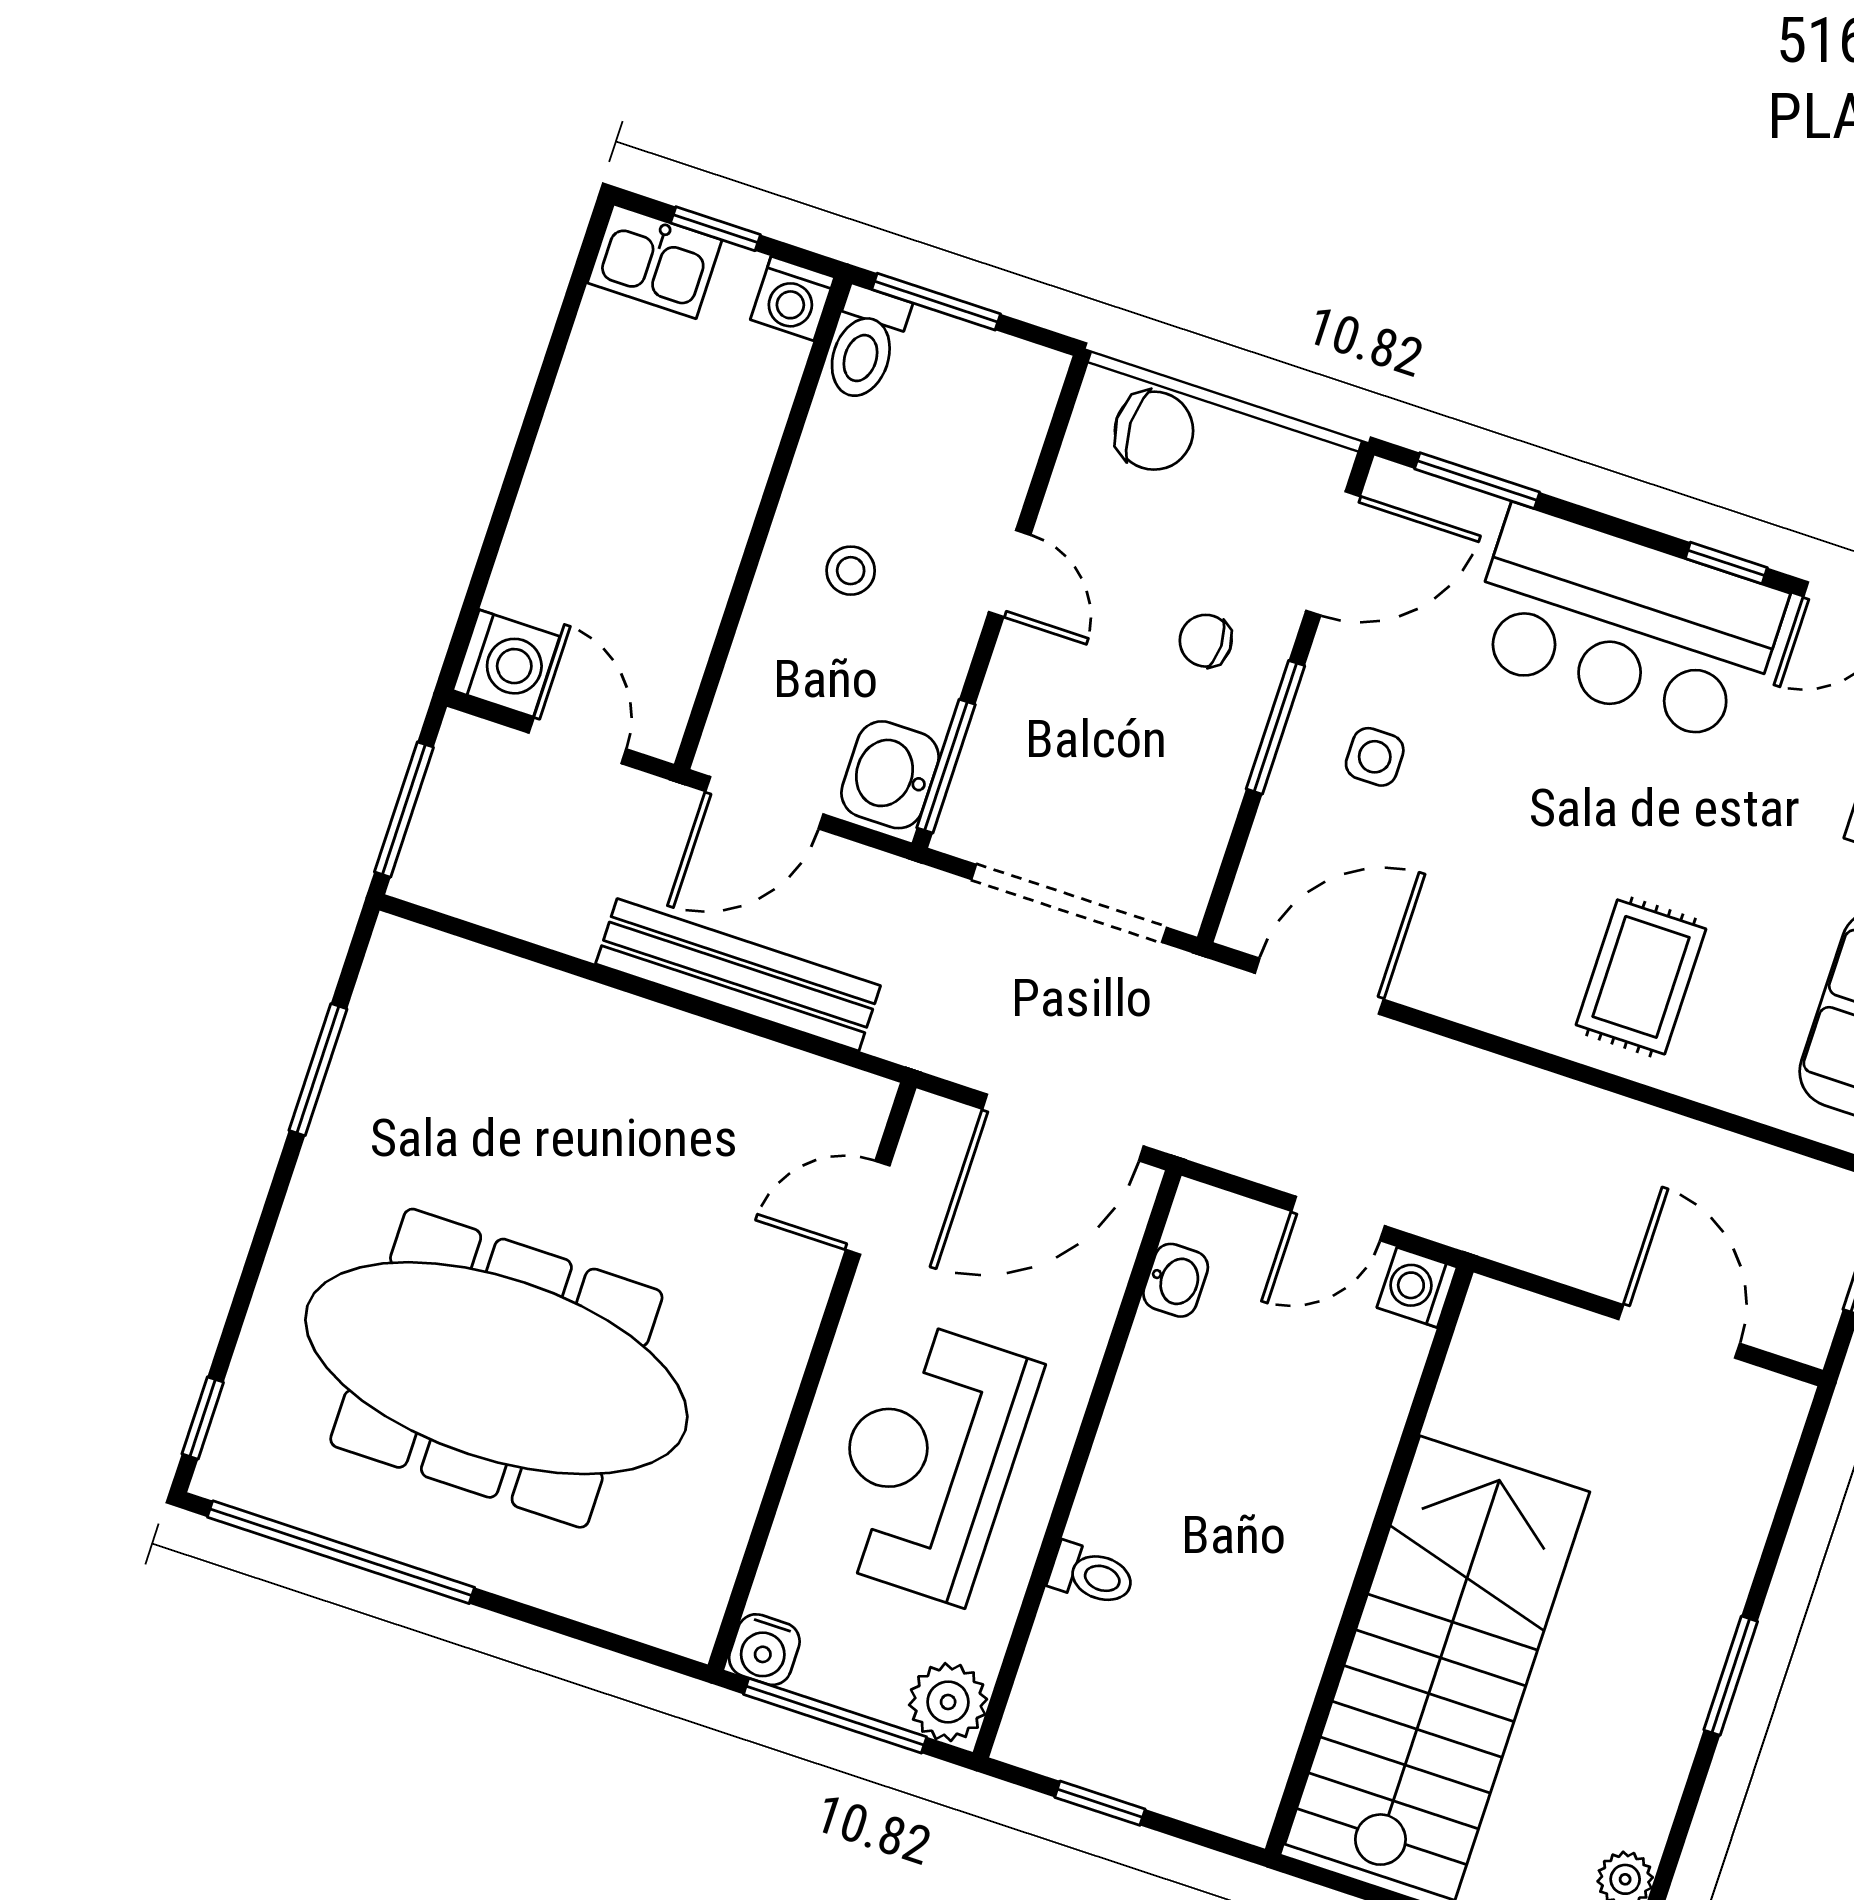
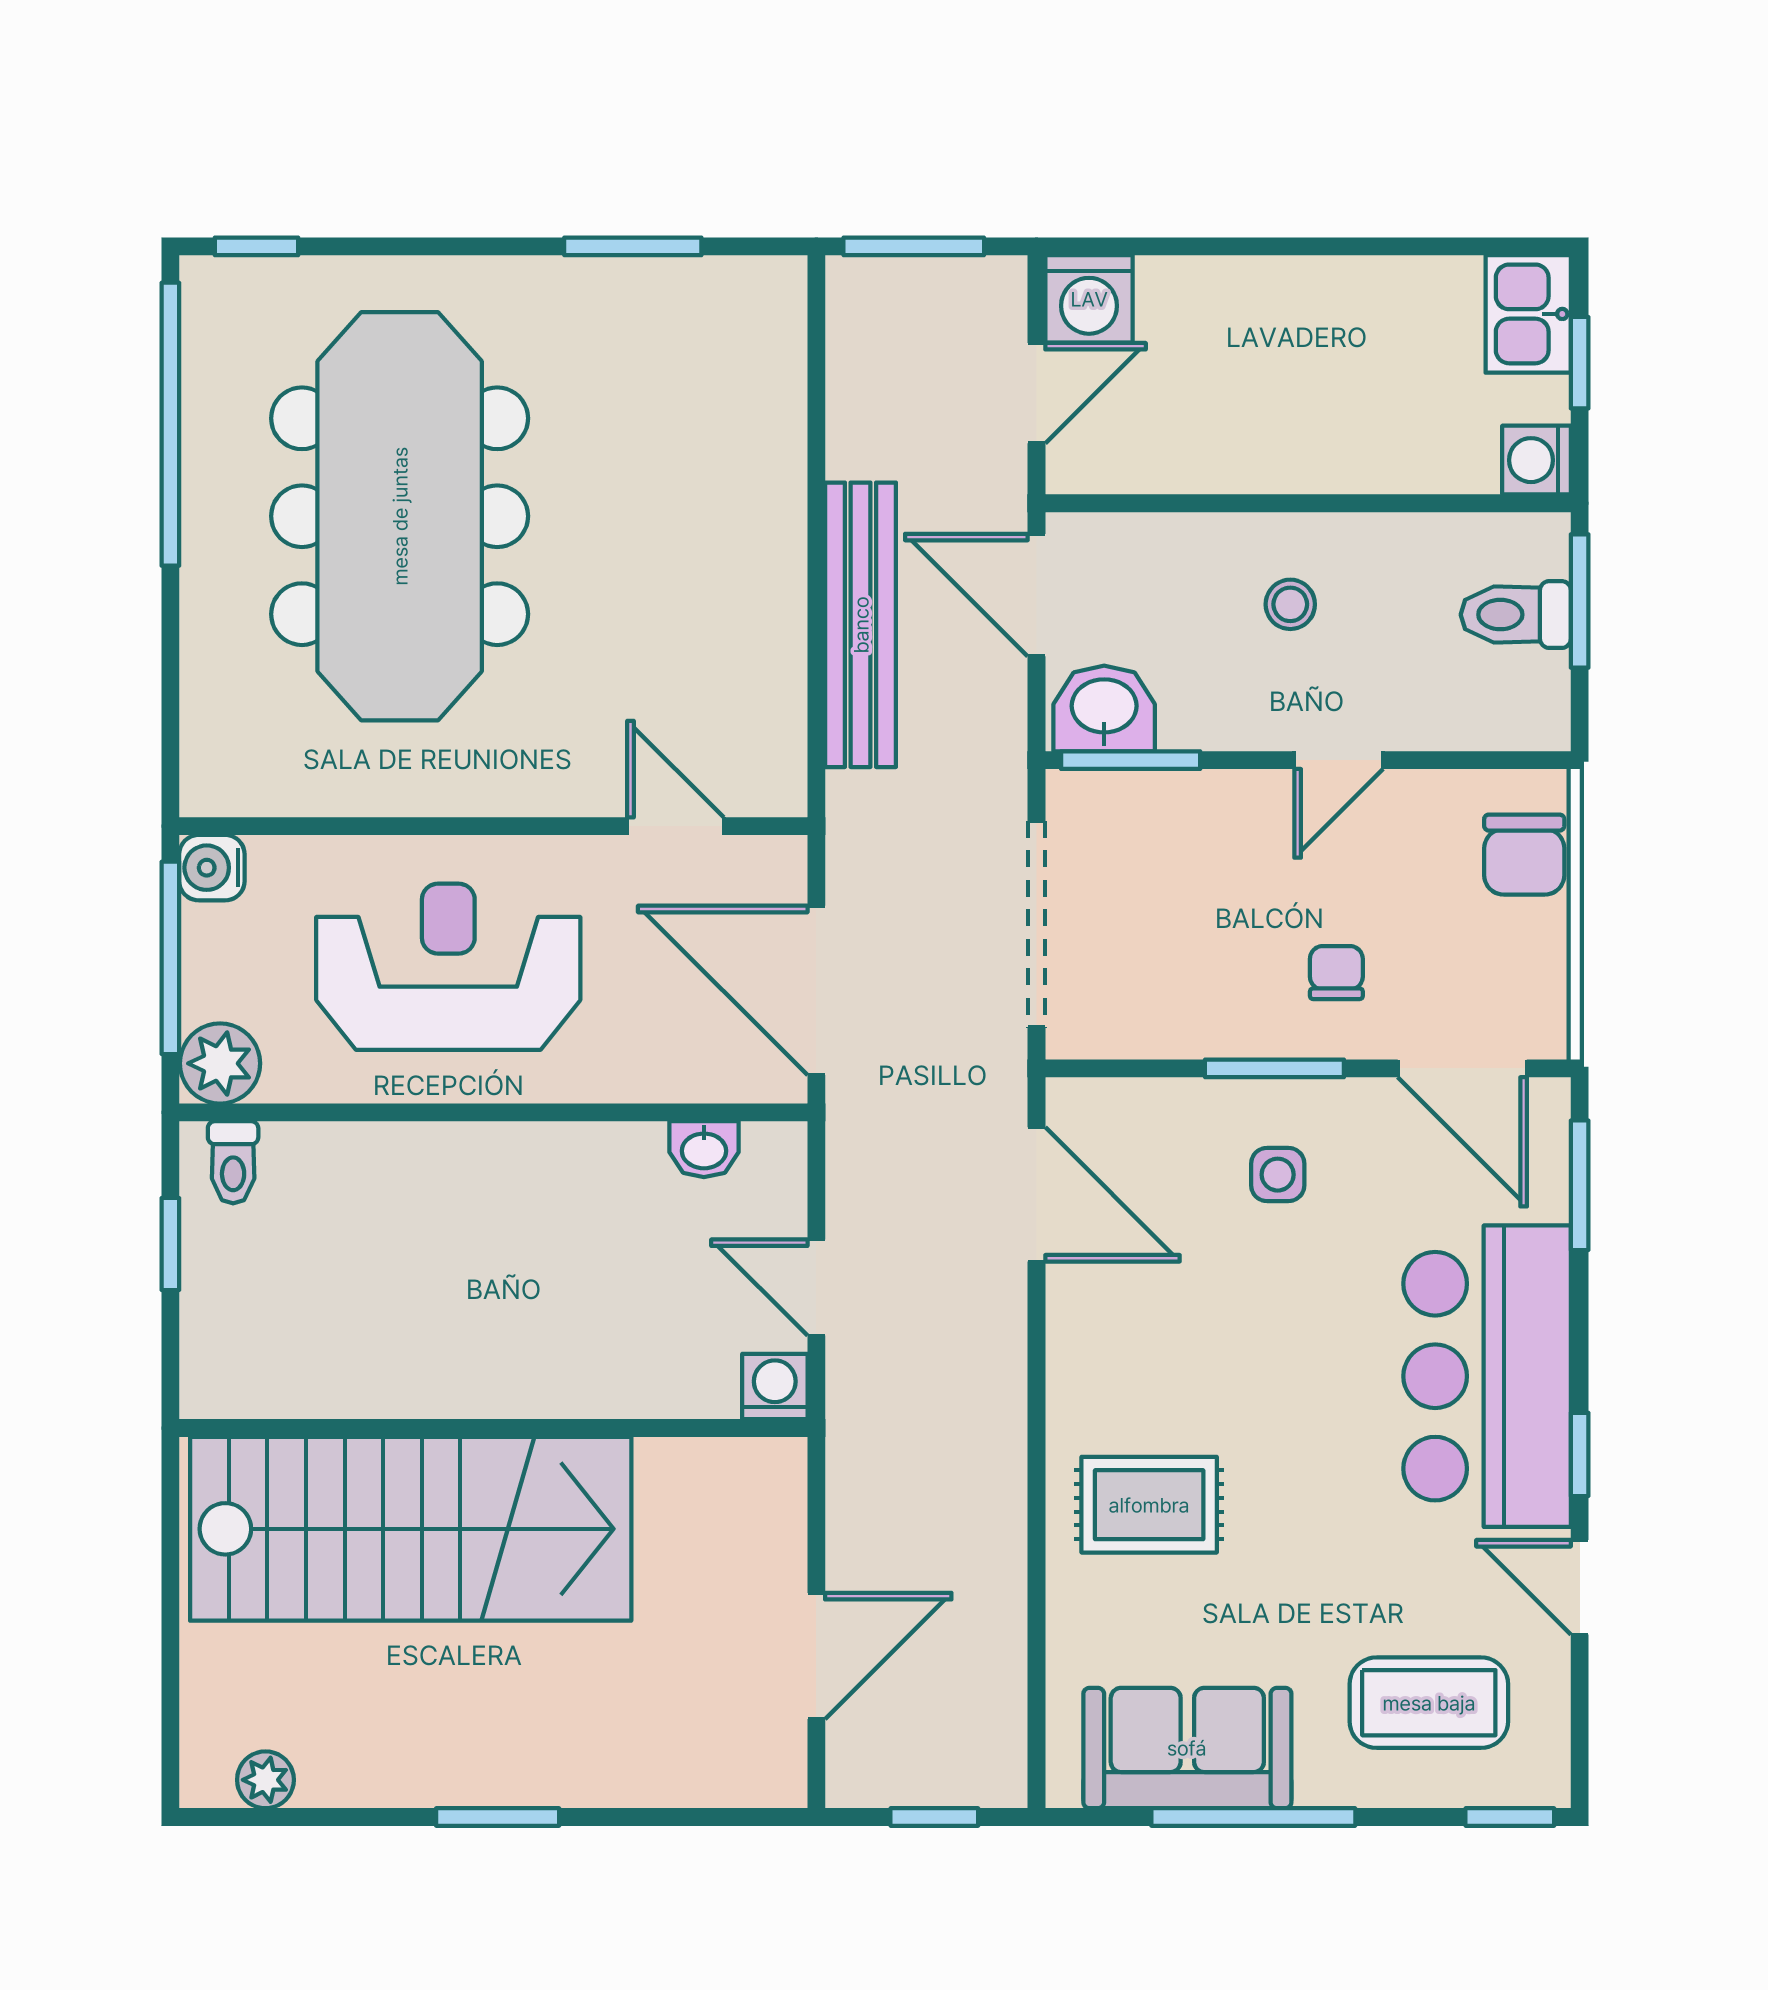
toilet: (865, 344) -> (1516, 615), moved
toilet: (1092, 1575) -> (233, 1162), moved

